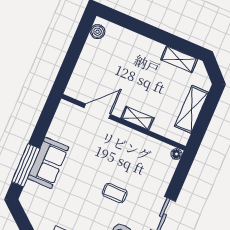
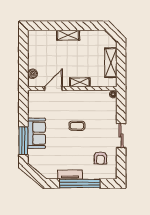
boiler: (98, 32) -> (32, 74), moved
shelving: (179, 59) -> (68, 35), moved
coffee table: (115, 193) -> (77, 126), moved

